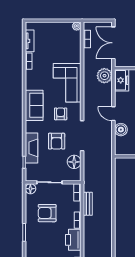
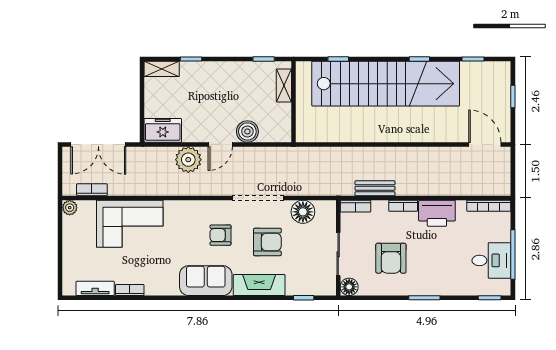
plant: (104, 76) -> (188, 160), moved
corner sofa: (67, 83) -> (130, 224), moved
fireplace: (32, 148) -> (259, 285), moved

